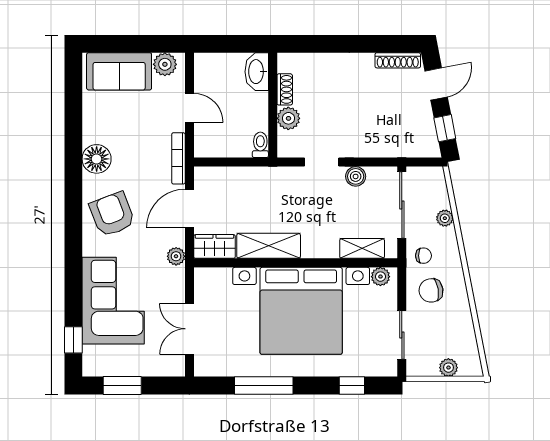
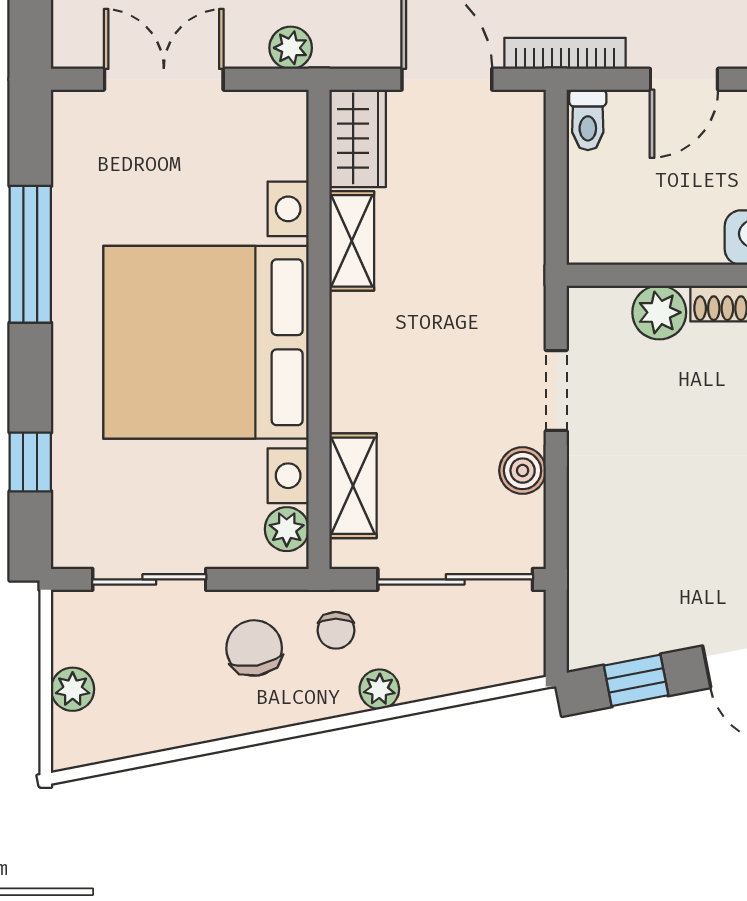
toilet: (260, 145) -> (588, 120), moved, turned 90
plant: (445, 218) -> (379, 689), moved
shelving: (269, 246) -> (352, 241), width x0.67, depth x0.75
plant: (176, 256) -> (291, 48), moved

